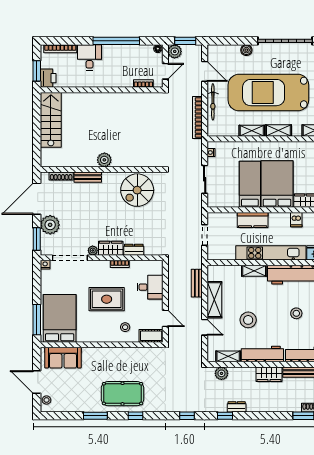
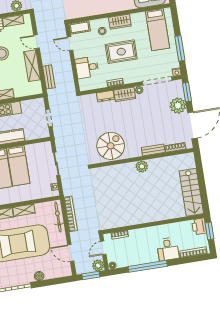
bicycle: (213, 102) -> (58, 217), moved
bed: (60, 318) -> (158, 30), width x0.67
window: (37, 320) -> (180, 48), moved
wardrobe: (103, 335) -> (120, 22), added

